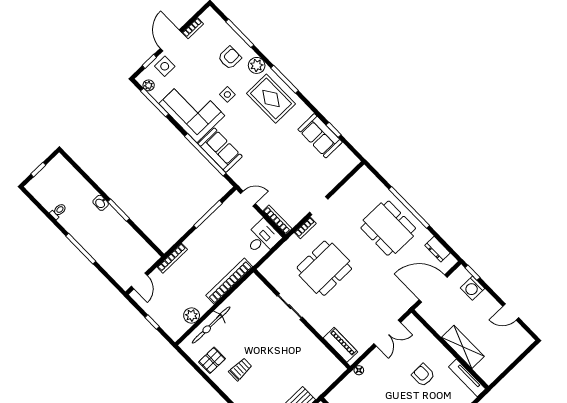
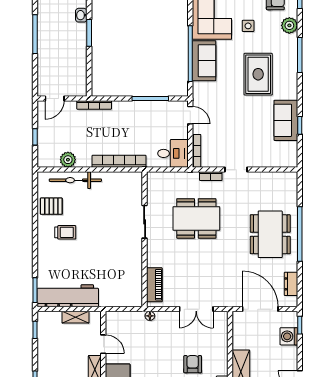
rug: (271, 99) -> (258, 74), moved

